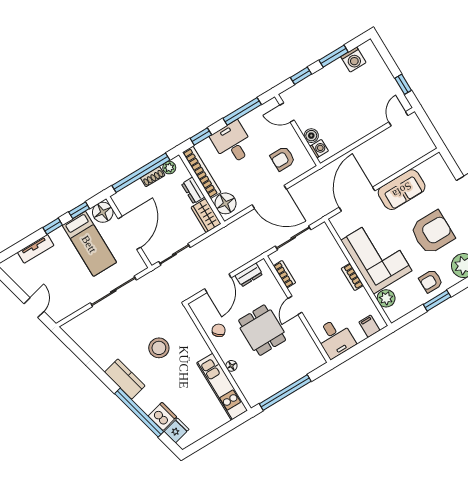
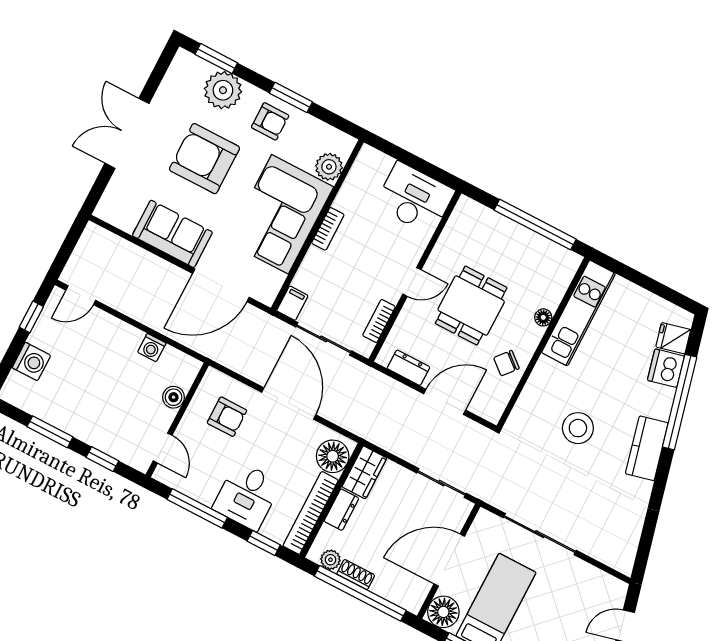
washing machine: (353, 60) -> (31, 362), moved, turned 90
washing machine: (319, 149) -> (152, 348), moved, turned -90
filing cabinet: (369, 326) -> (292, 303), moved, turned 180
desk: (335, 338) -> (415, 198), width x1.37

